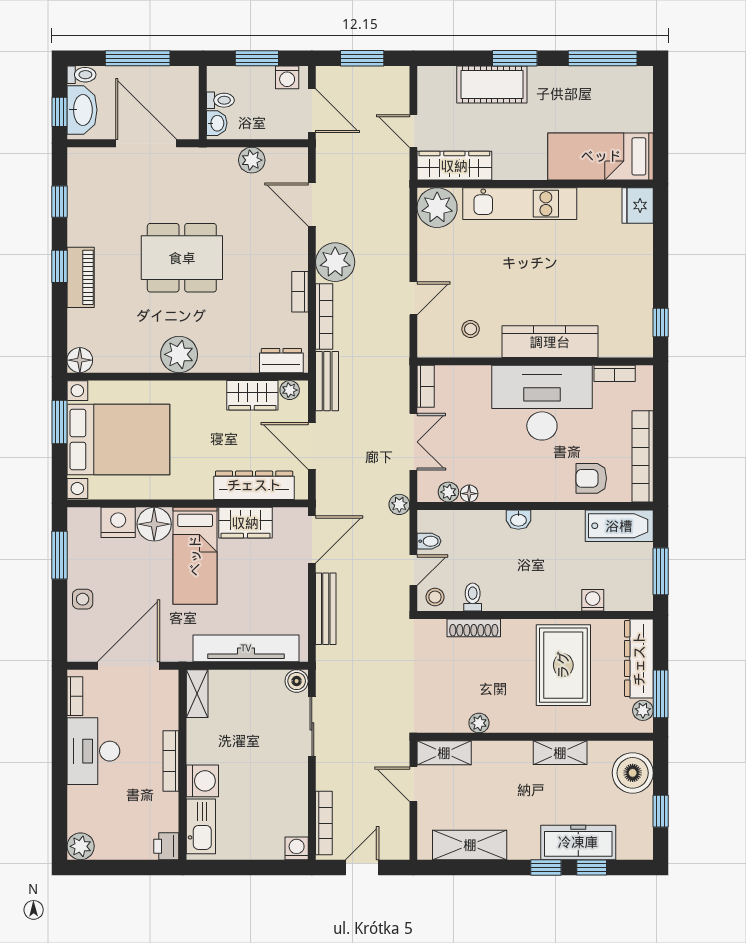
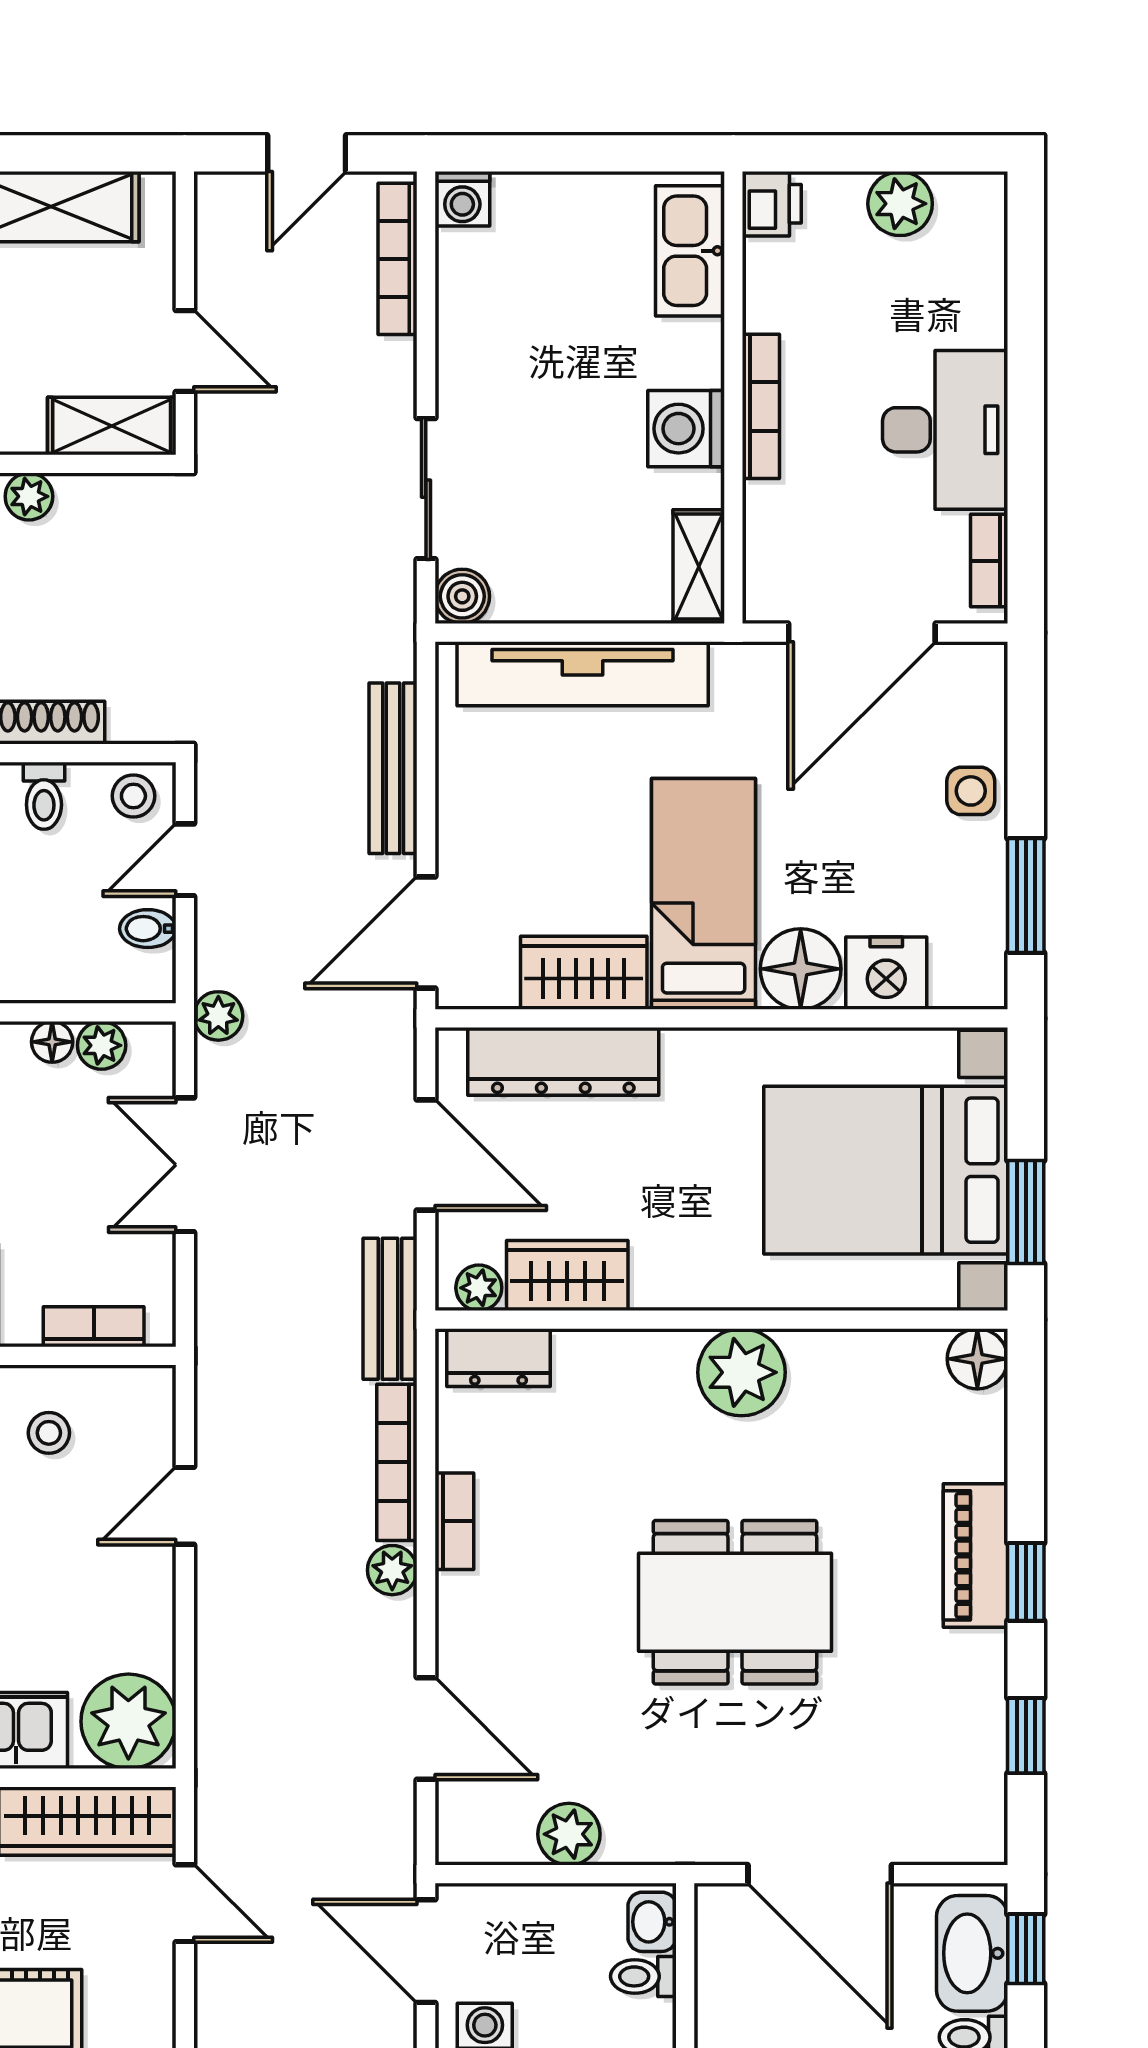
plant: (335, 262) -> (392, 1570), width x0.53, depth x0.53
bookcase: (426, 386) -> (94, 1327), moved, turned 90
washing machine: (202, 781) -> (686, 429), moved
plant: (81, 846) -> (900, 204), moved

